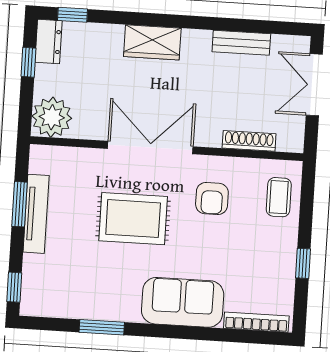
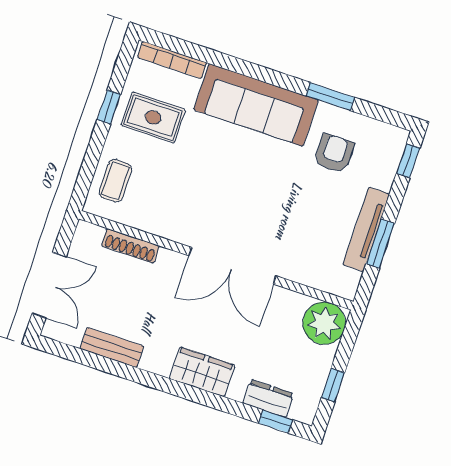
dresser: (49, 41) -> (268, 398), moved, turned 90
armchair: (212, 198) -> (334, 153), moved
rug: (133, 219) -> (153, 117), moved, width x0.73, depth x0.70
sofa: (183, 302) -> (256, 105), width x1.36

